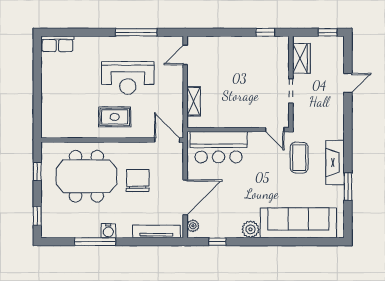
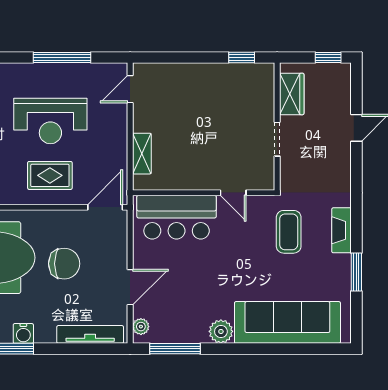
rug: (115, 117) -> (50, 175), moved
door: (275, 130) -> (233, 193), moved
door: (167, 140) -> (105, 207), hinge flipped
fireplace: (335, 163) -> (342, 230), width x0.73, depth x0.76
chair: (138, 181) -> (64, 264), turned 90
door: (185, 197) -> (130, 287), width x0.73
window: (217, 242) -> (175, 349), width x2.17

